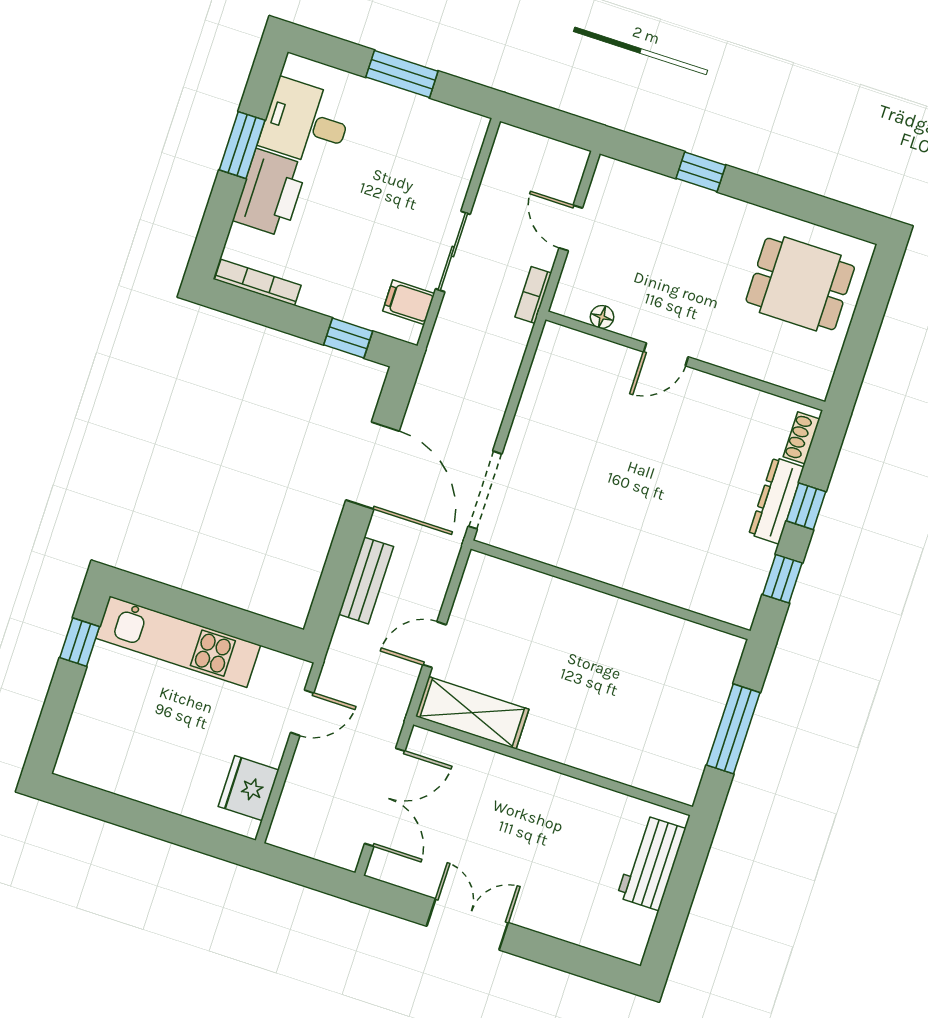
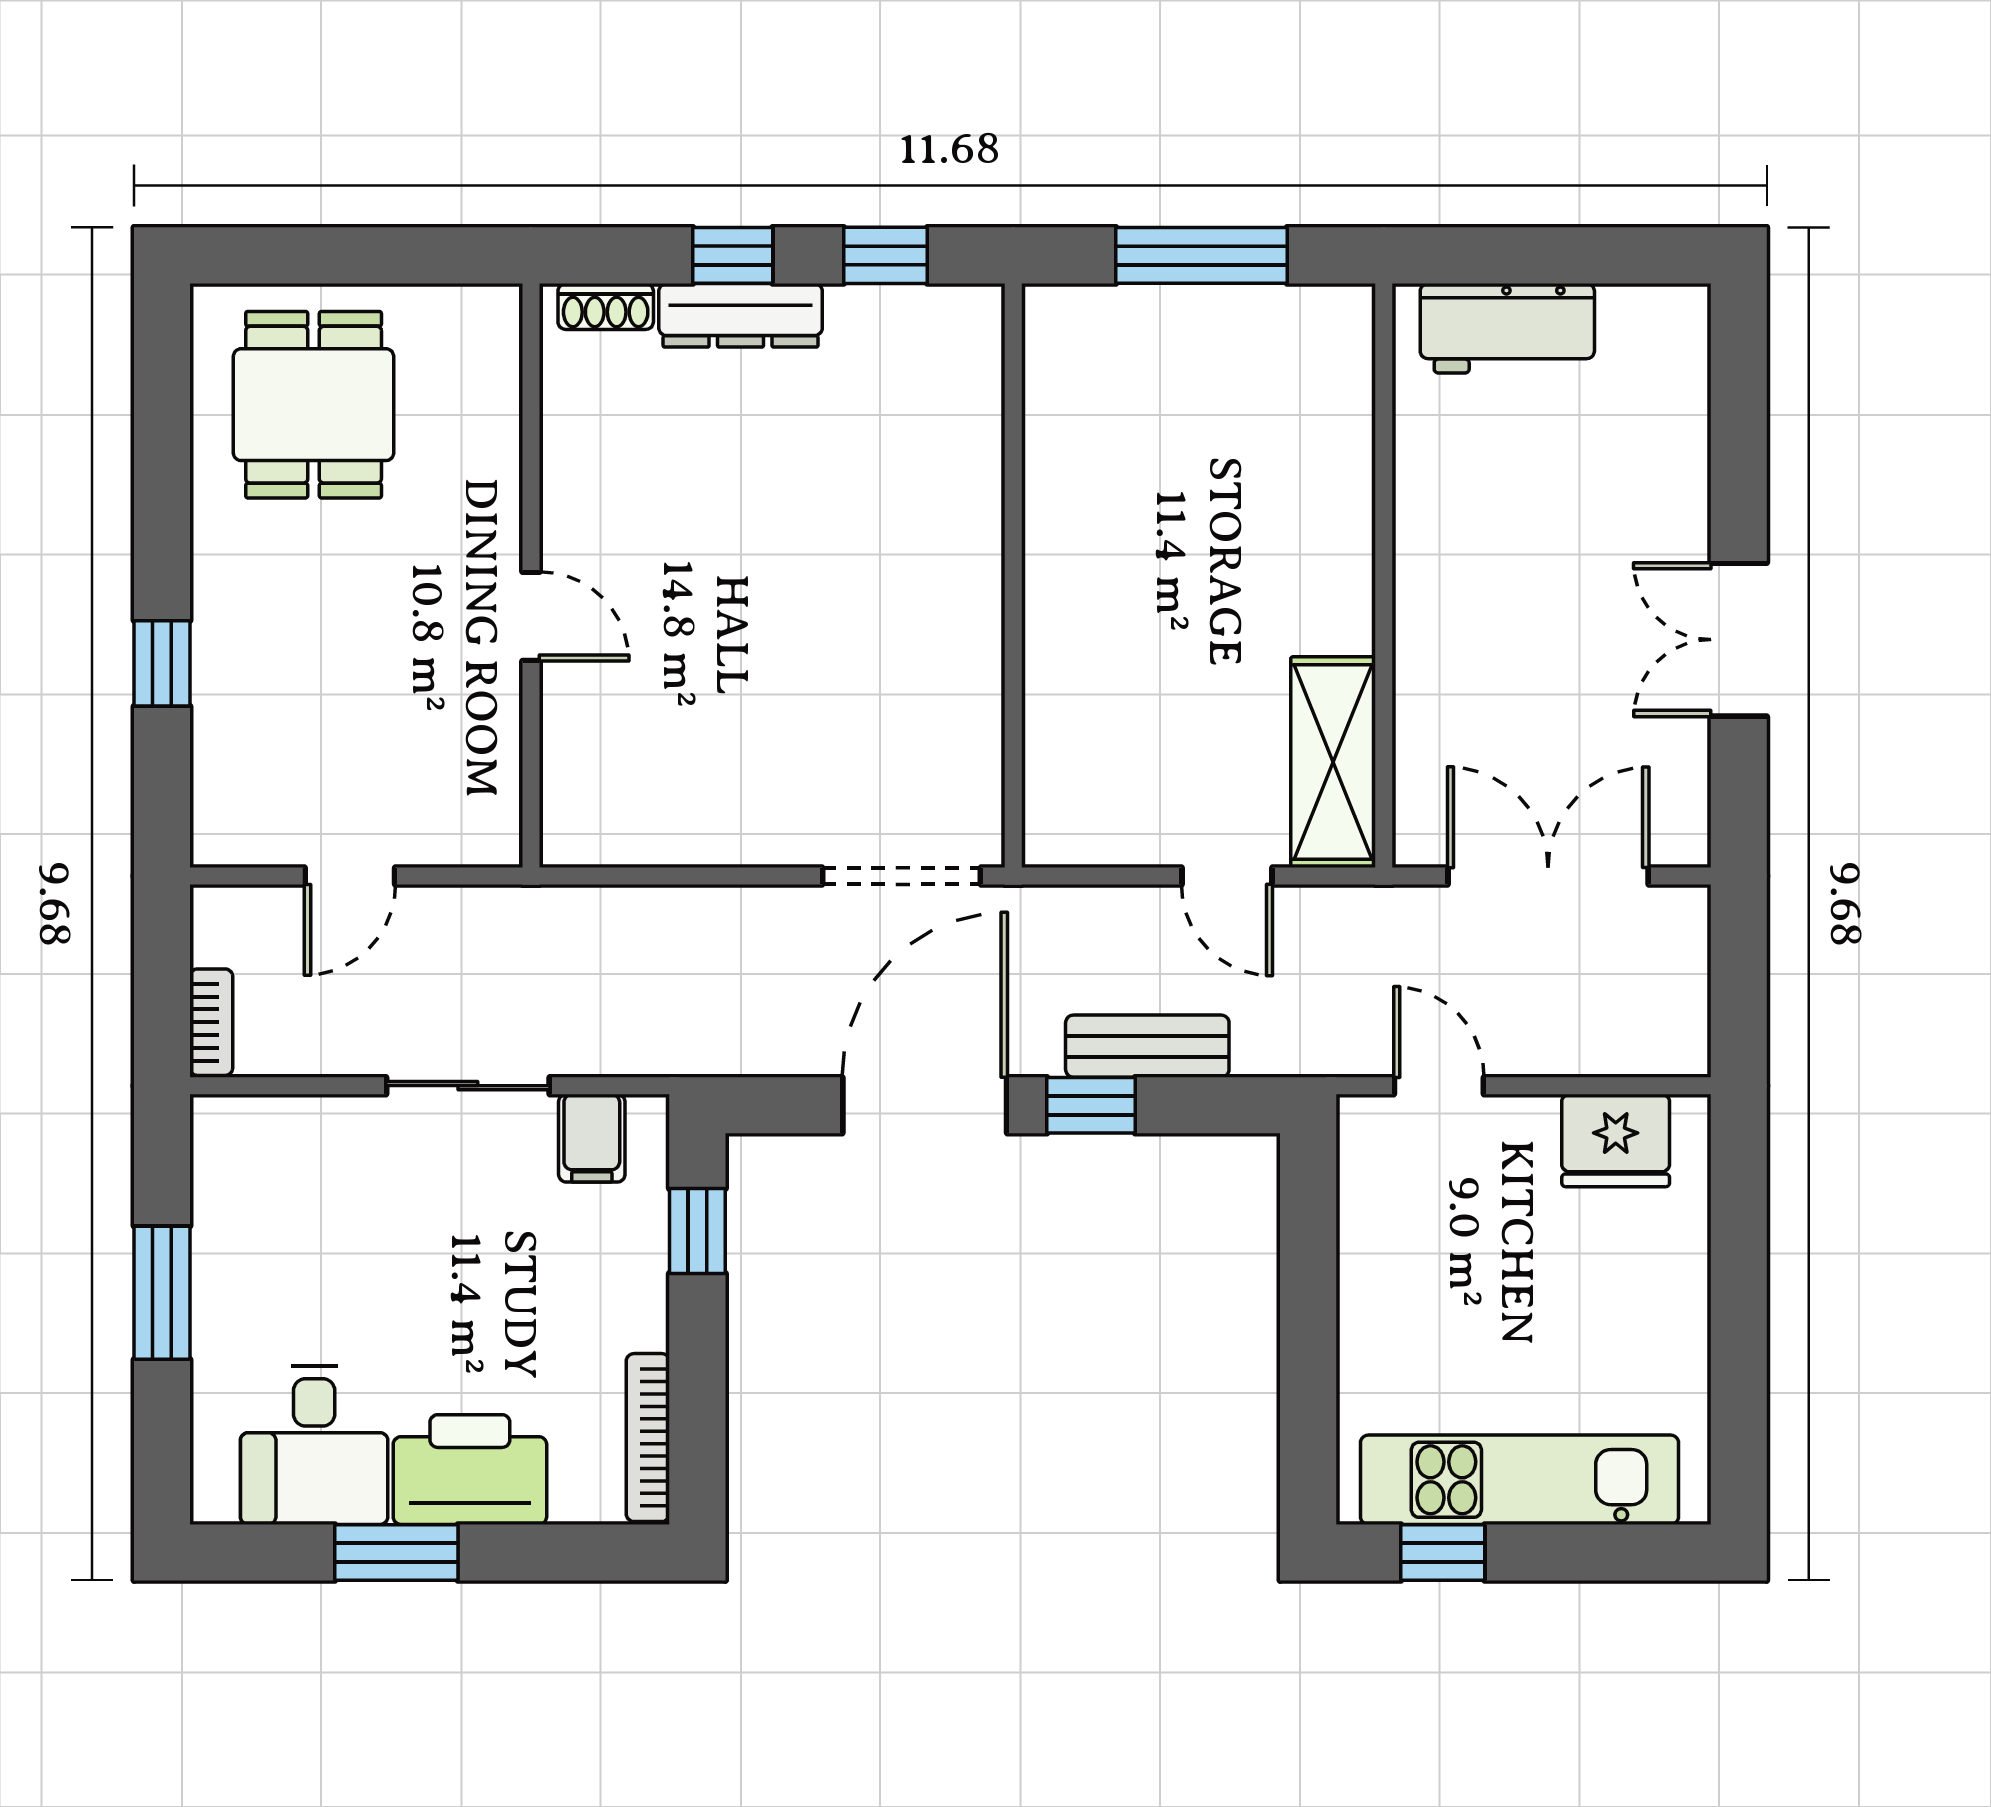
bookcase: (533, 295) -> (211, 1022), moved, turned -90
floor lamp: (602, 317) -> (500, 761), removed
window: (347, 544) -> (1091, 1105), added
kitchen unit: (178, 642) -> (1519, 1480), moved, turned -90

